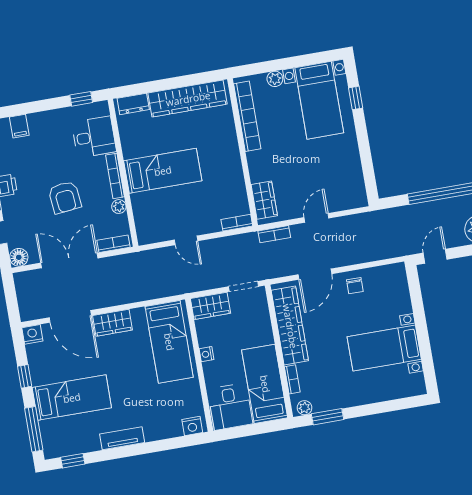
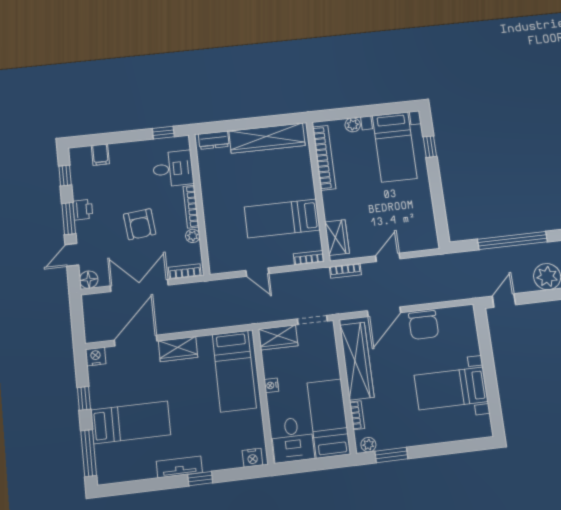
bed: (163, 171) -> (282, 219), moved, turned 180
chair: (355, 286) -> (424, 325), width x1.87, depth x1.87
door: (70, 316) -> (136, 341), swing flipped
window: (73, 461) -> (200, 479), moved

